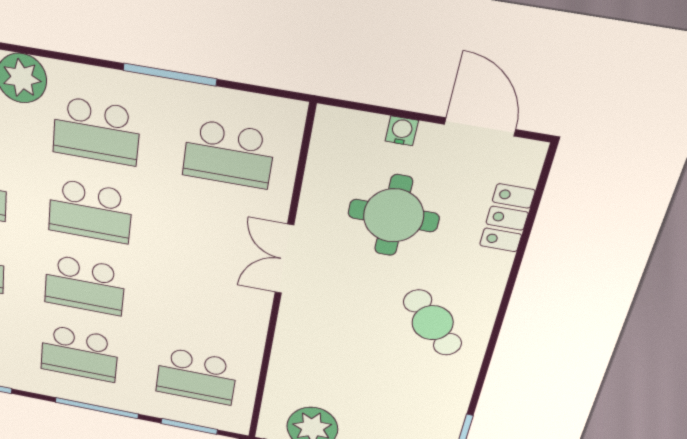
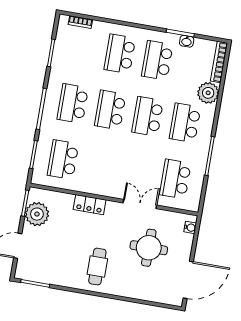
door: (480, 127) -> (188, 280), width x1.36
water cooler: (402, 131) -> (190, 227), moved
locker: (507, 218) -> (90, 205), moved, turned 180
double door: (284, 259) -> (140, 204), moved
cafe table: (433, 323) -> (97, 267), turned -47

